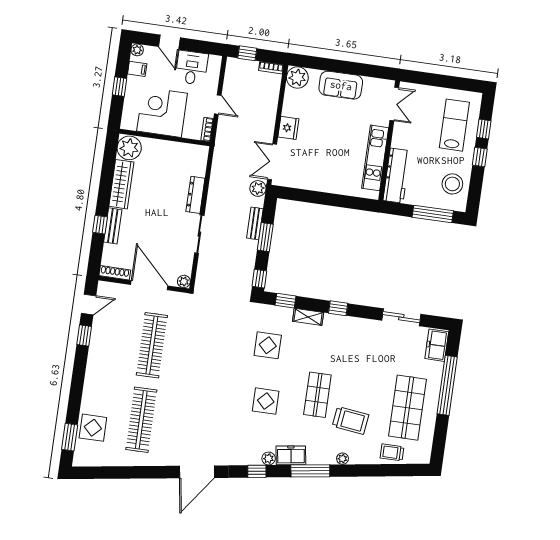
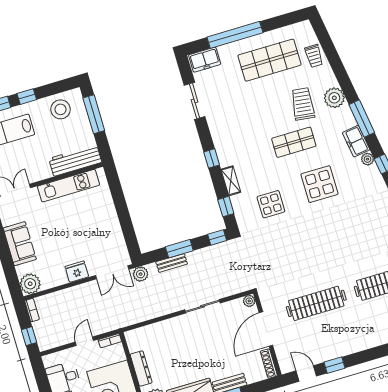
dresser: (195, 195) -> (141, 368), moved, turned -90
display table: (266, 401) -> (319, 184), width x1.36, depth x1.36
plant: (343, 459) -> (334, 98), width x1.87, depth x1.87

